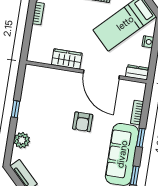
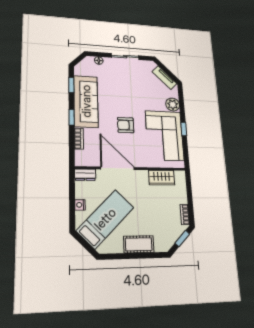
wardrobe: (67, 59) -> (162, 178), moved
corner sofa: (40, 104) -> (165, 135), added
armchair: (83, 122) -> (126, 125), turned -90

